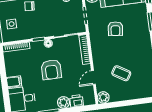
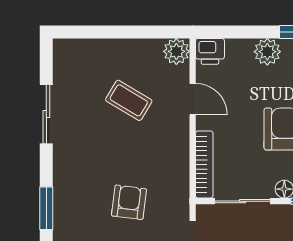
door: (93, 77) -> (193, 99), hinge flipped
printer: (76, 101) -> (210, 51), moved

